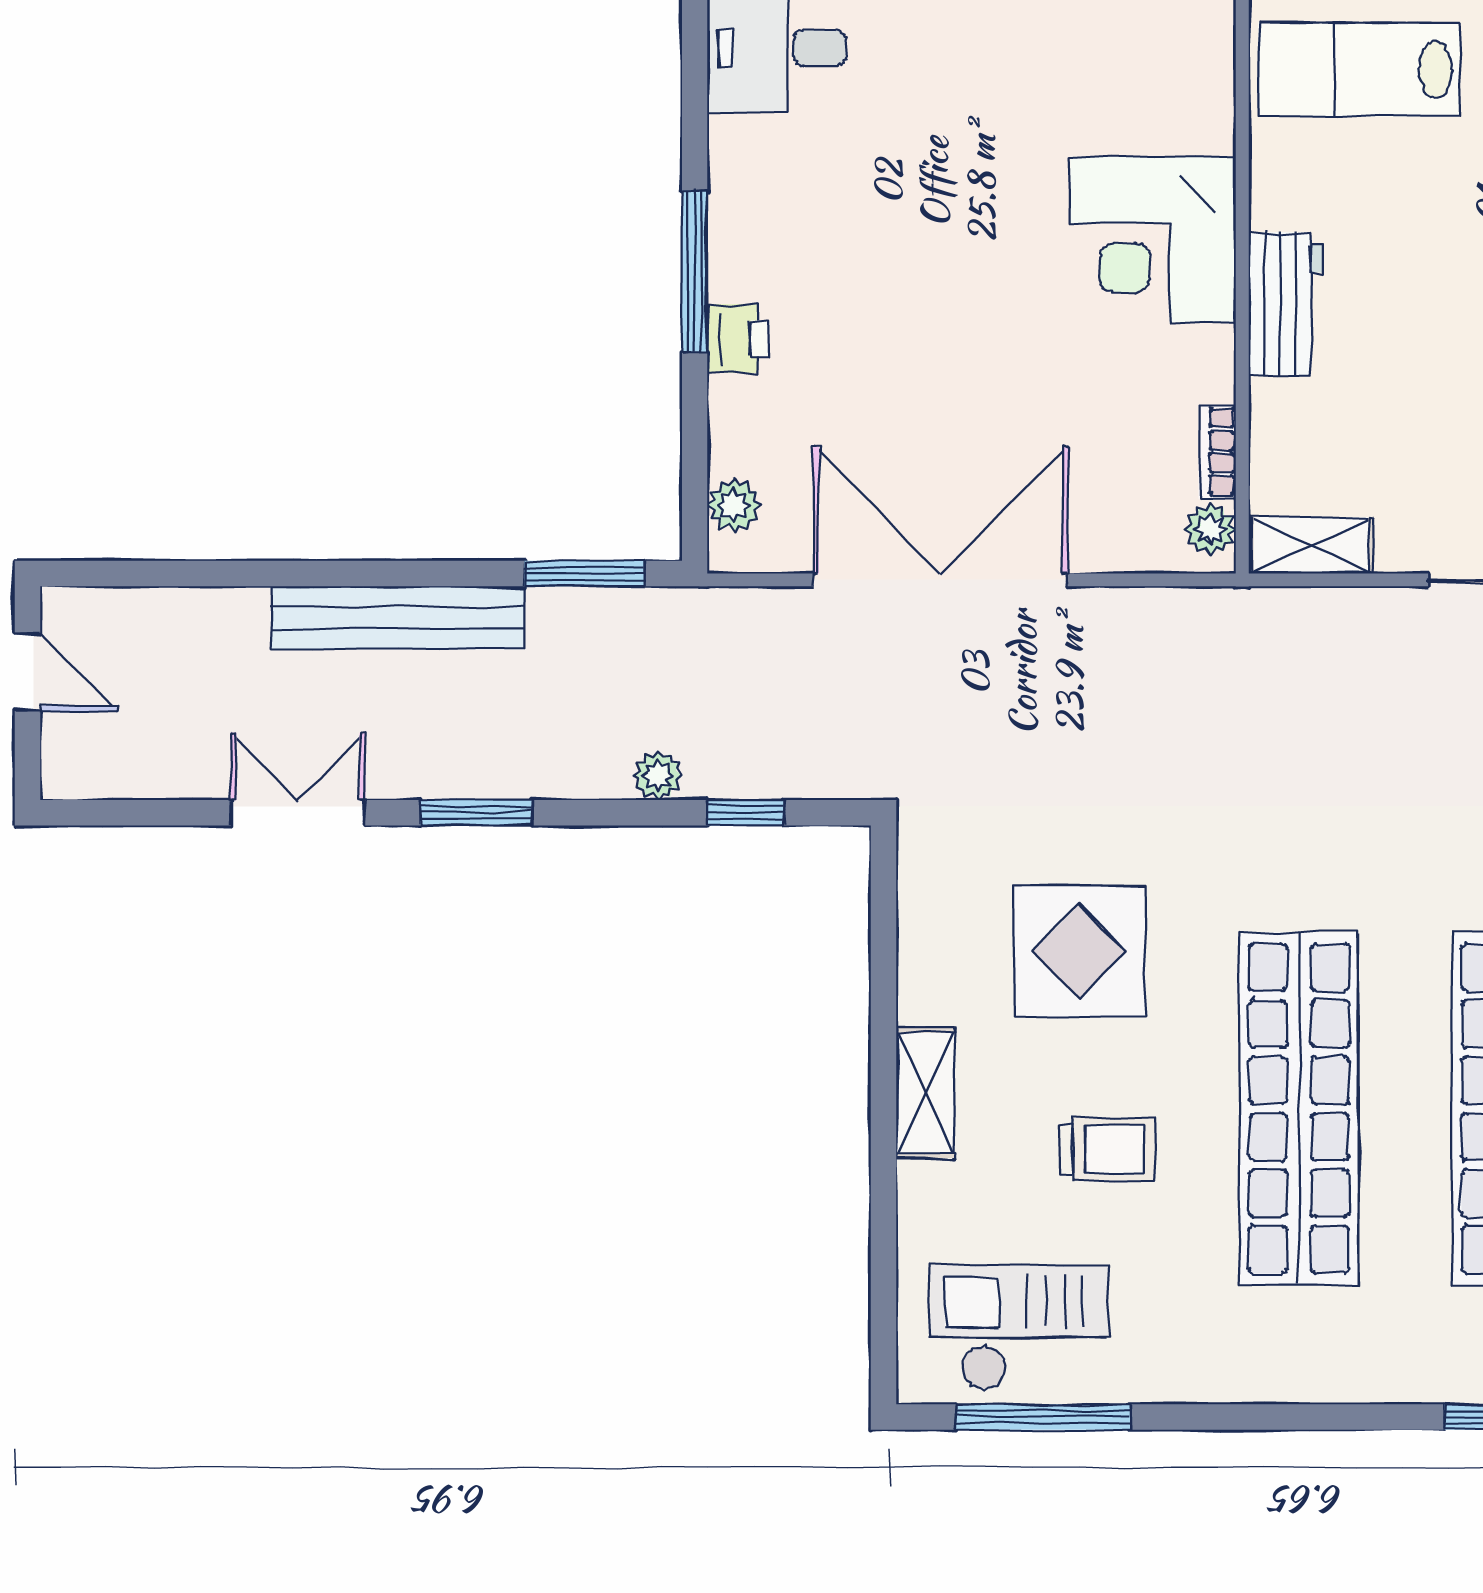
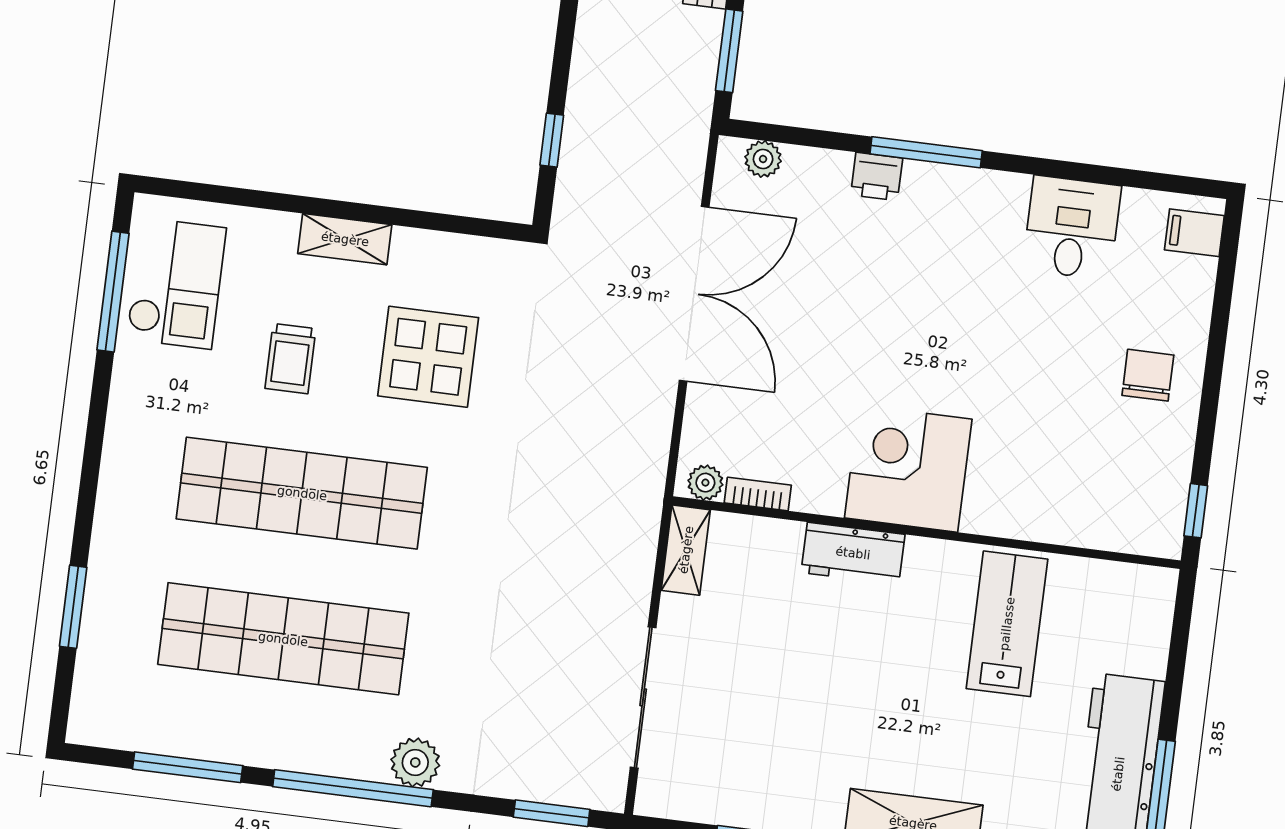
plant: (658, 775) -> (585, 84), removed

